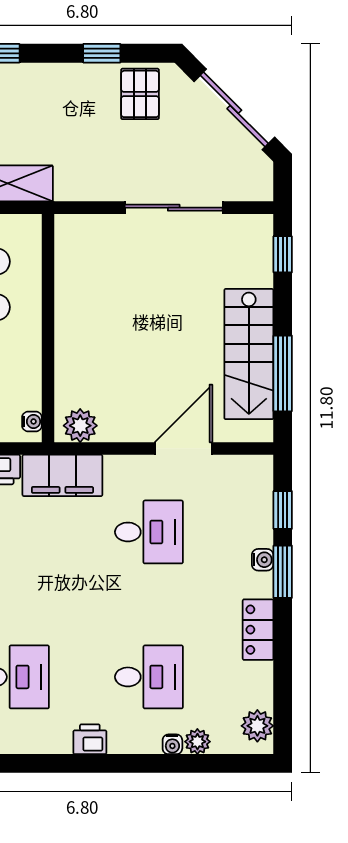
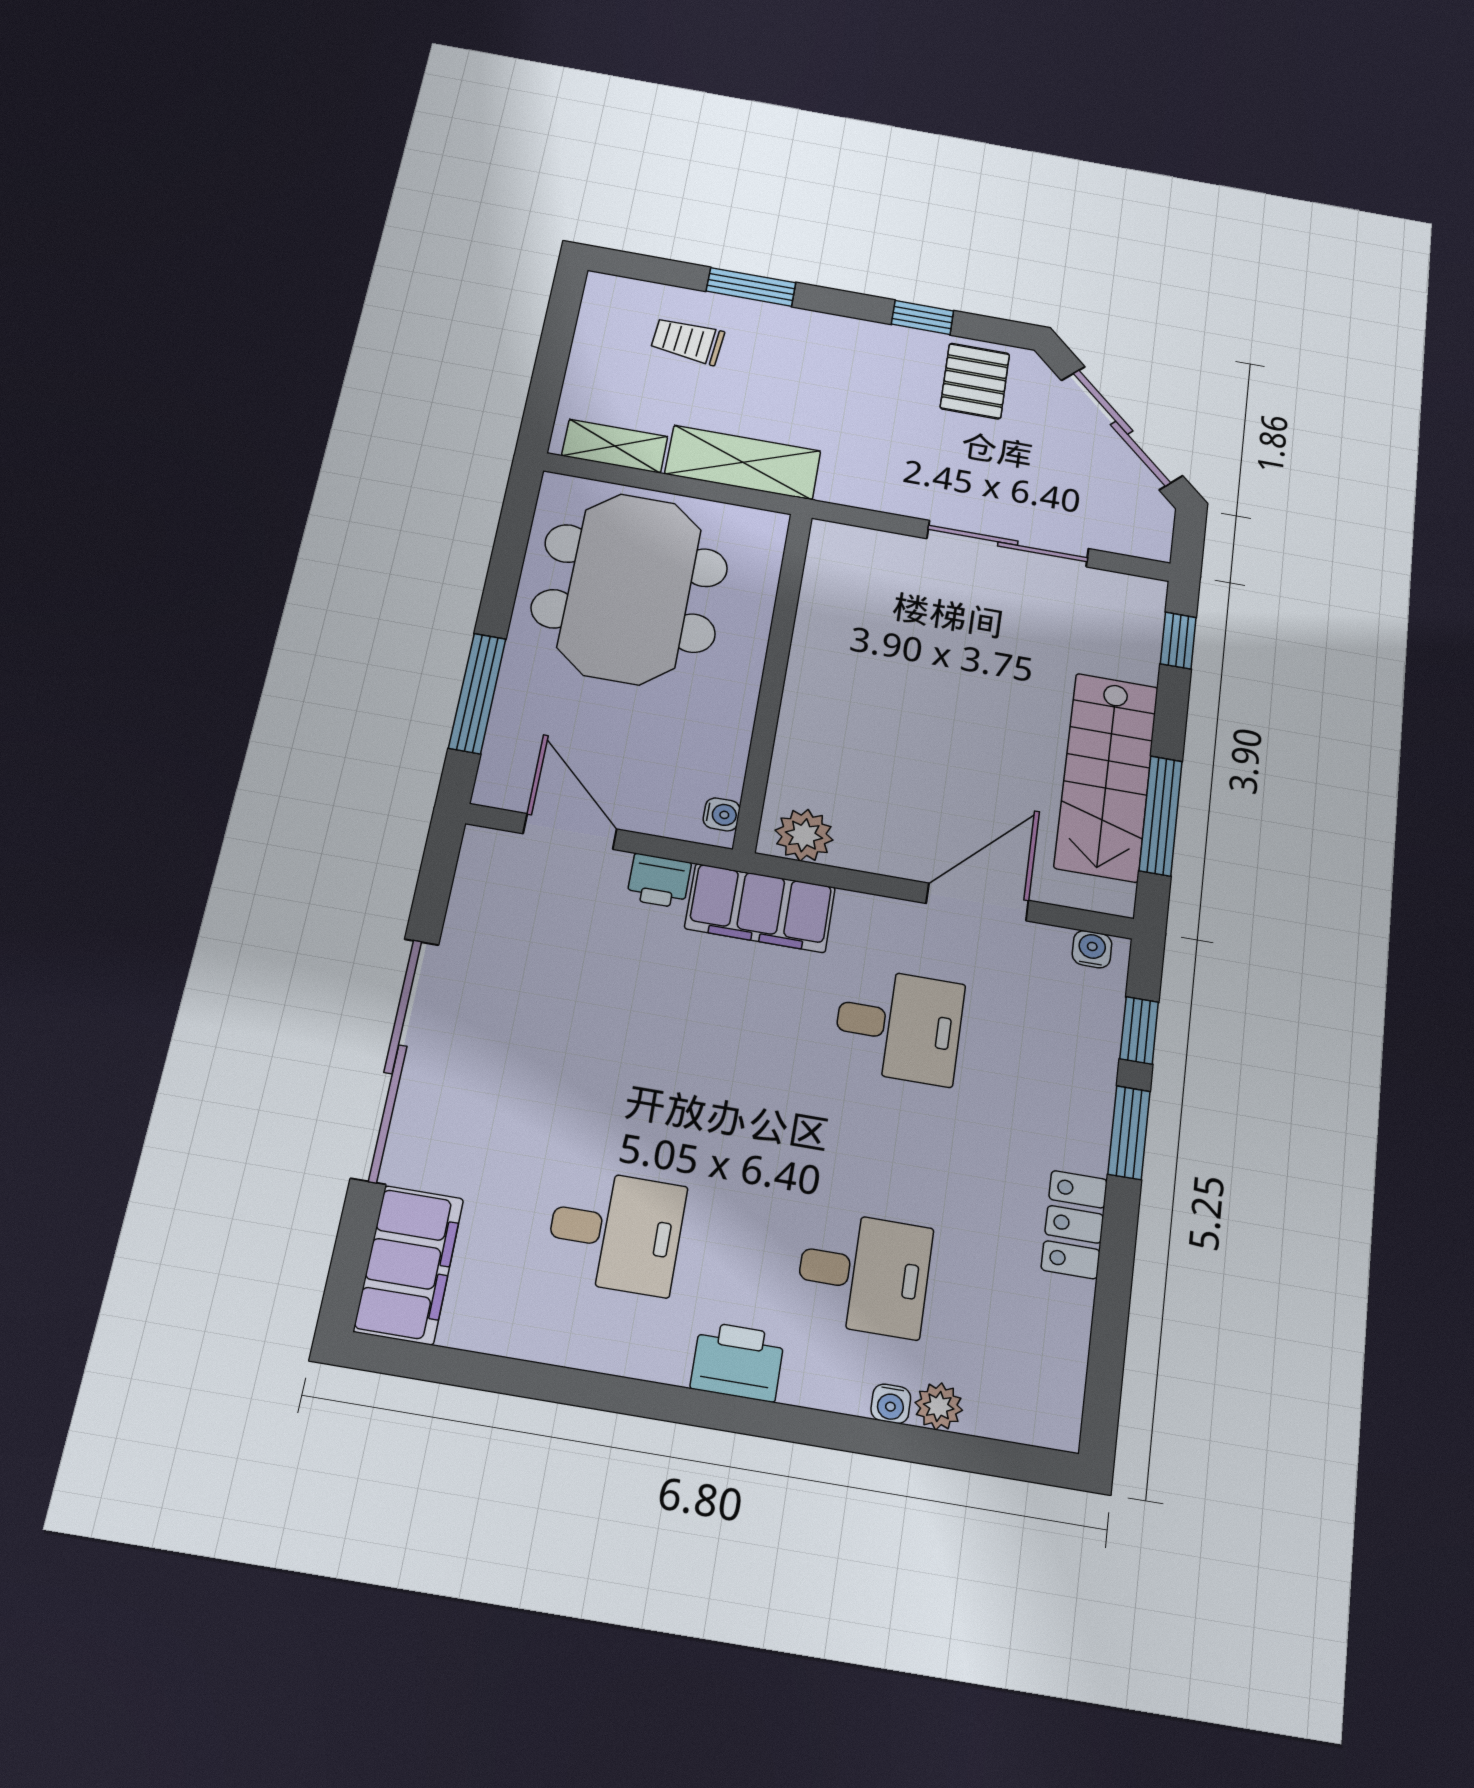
water cooler: (263, 560) -> (1092, 949), moved, turned -90
plant: (257, 726) -> (1054, 1396), removed
printer: (90, 739) -> (738, 1362), width x1.36, depth x1.24

